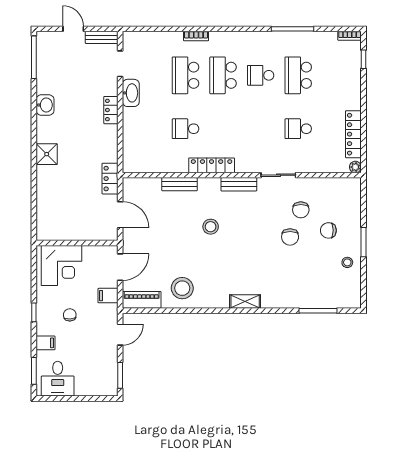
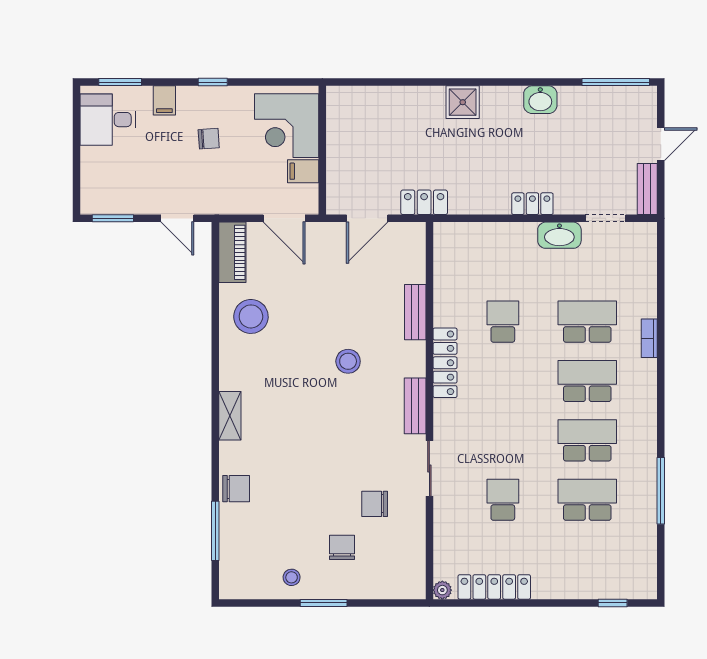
bookcase: (350, 36) -> (650, 581), removed
school desk: (261, 75) -> (587, 440), width x1.85
chair: (290, 237) -> (236, 489), moved, turned 180
filing cabinet: (108, 296) -> (303, 171), moved, turned -90

